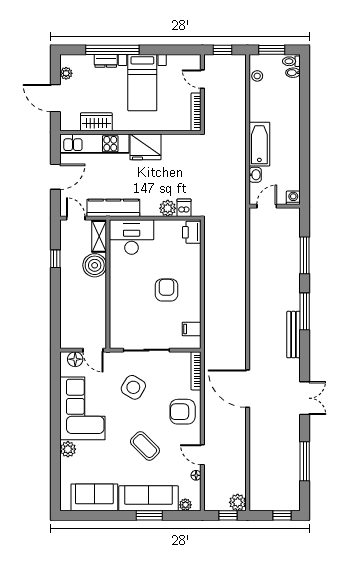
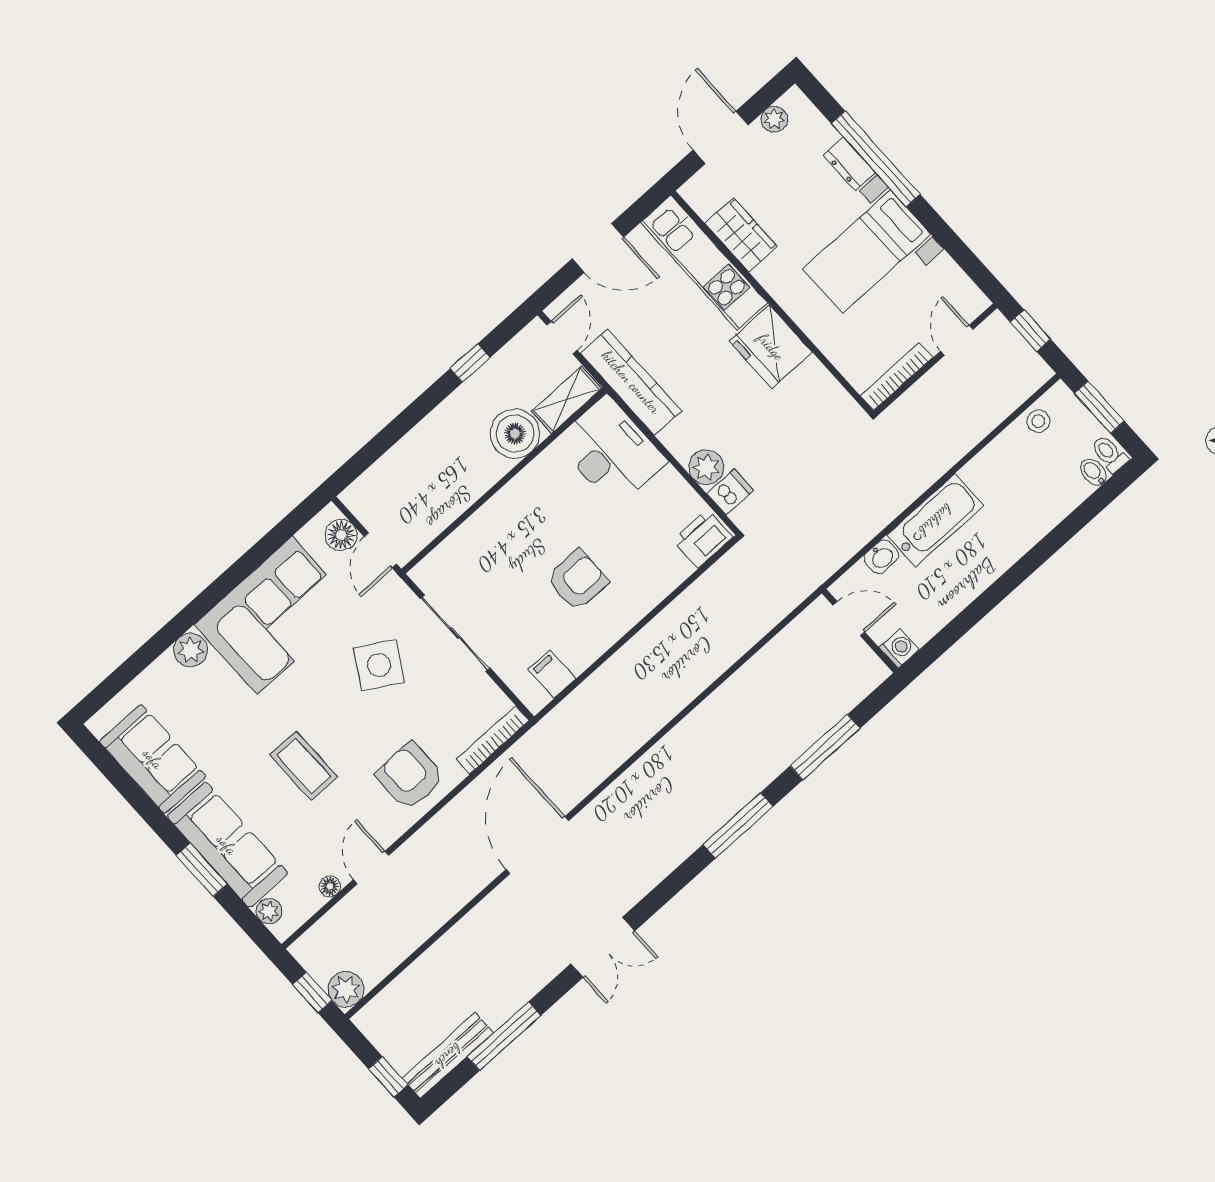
bench: (294, 335) -> (448, 1056), moved
coffee table: (145, 446) -> (304, 766), turned -45

